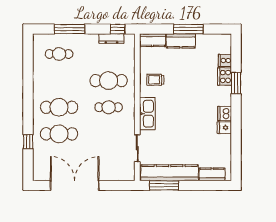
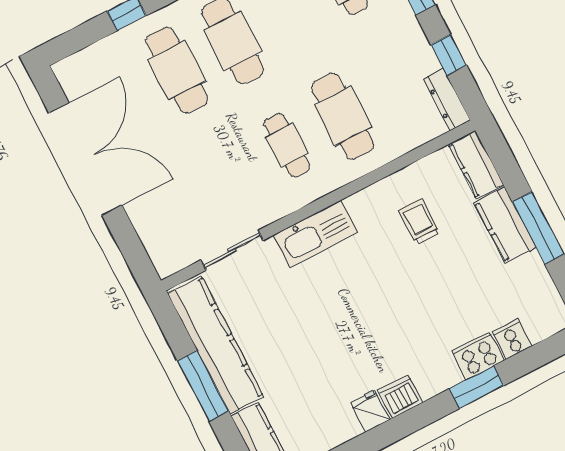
window: (118, 29) -> (449, 55), moved
dresser: (111, 39) -> (447, 100), moved
trolley: (155, 80) -> (419, 222), moved
window: (164, 185) -> (203, 386), moved

